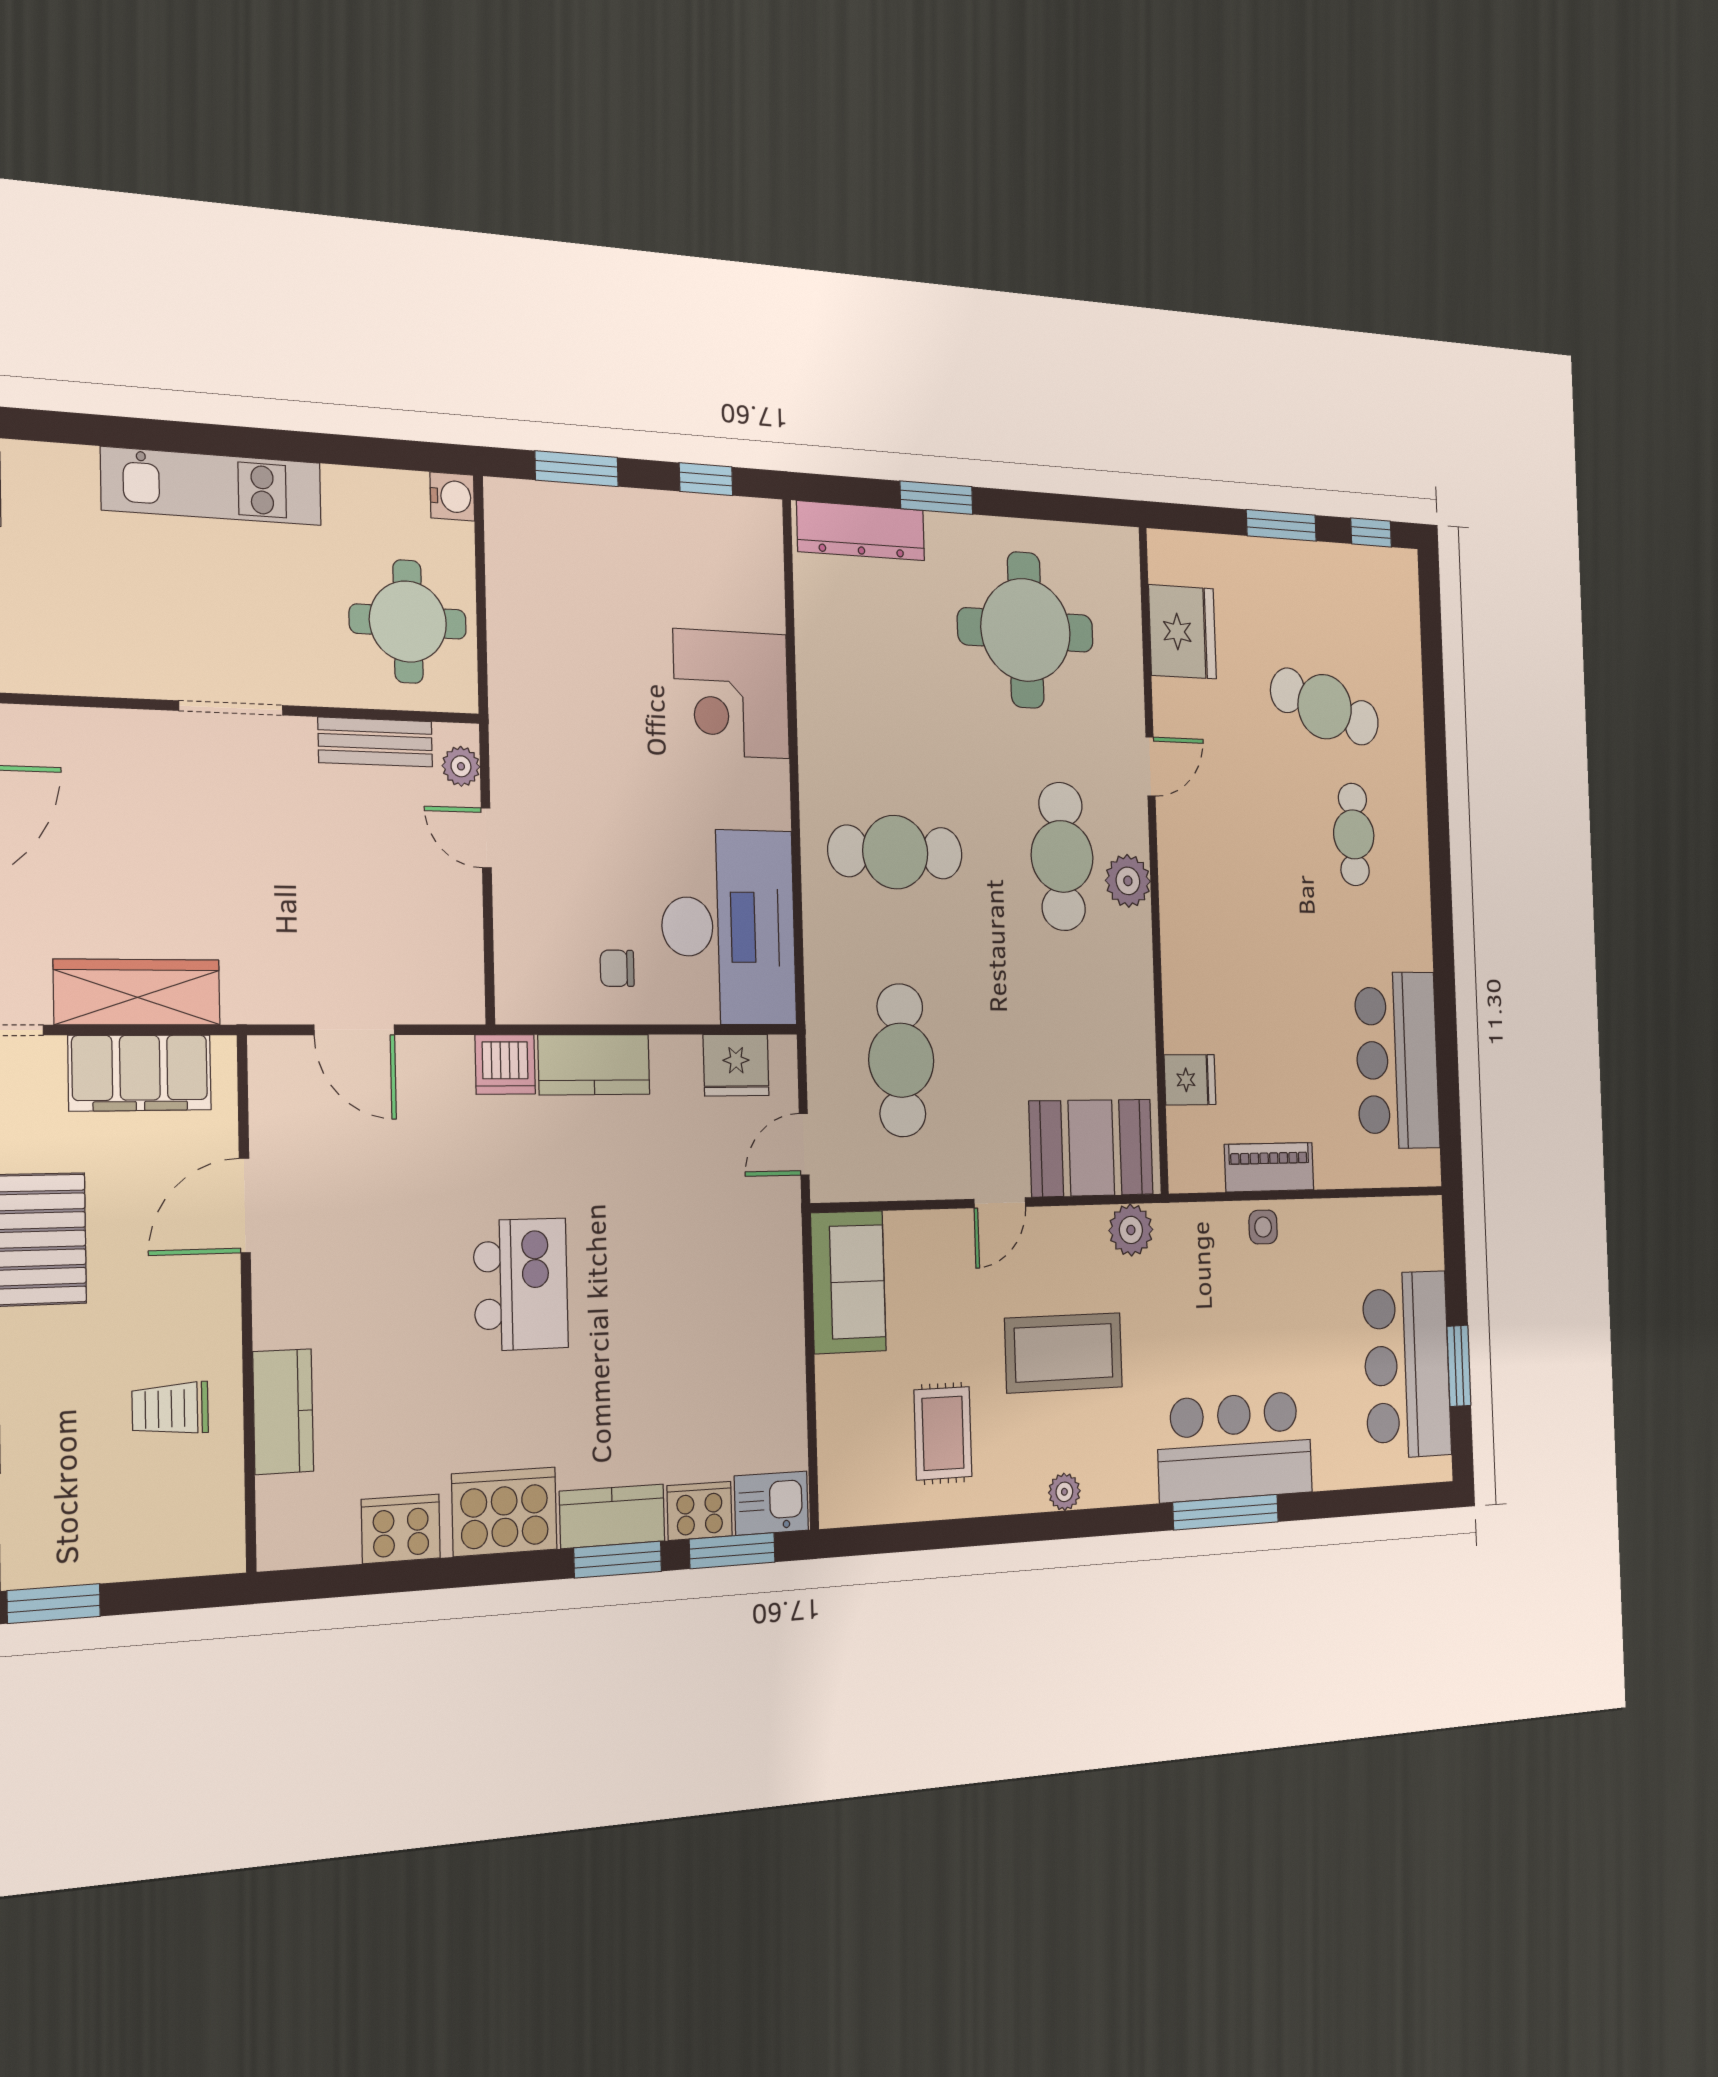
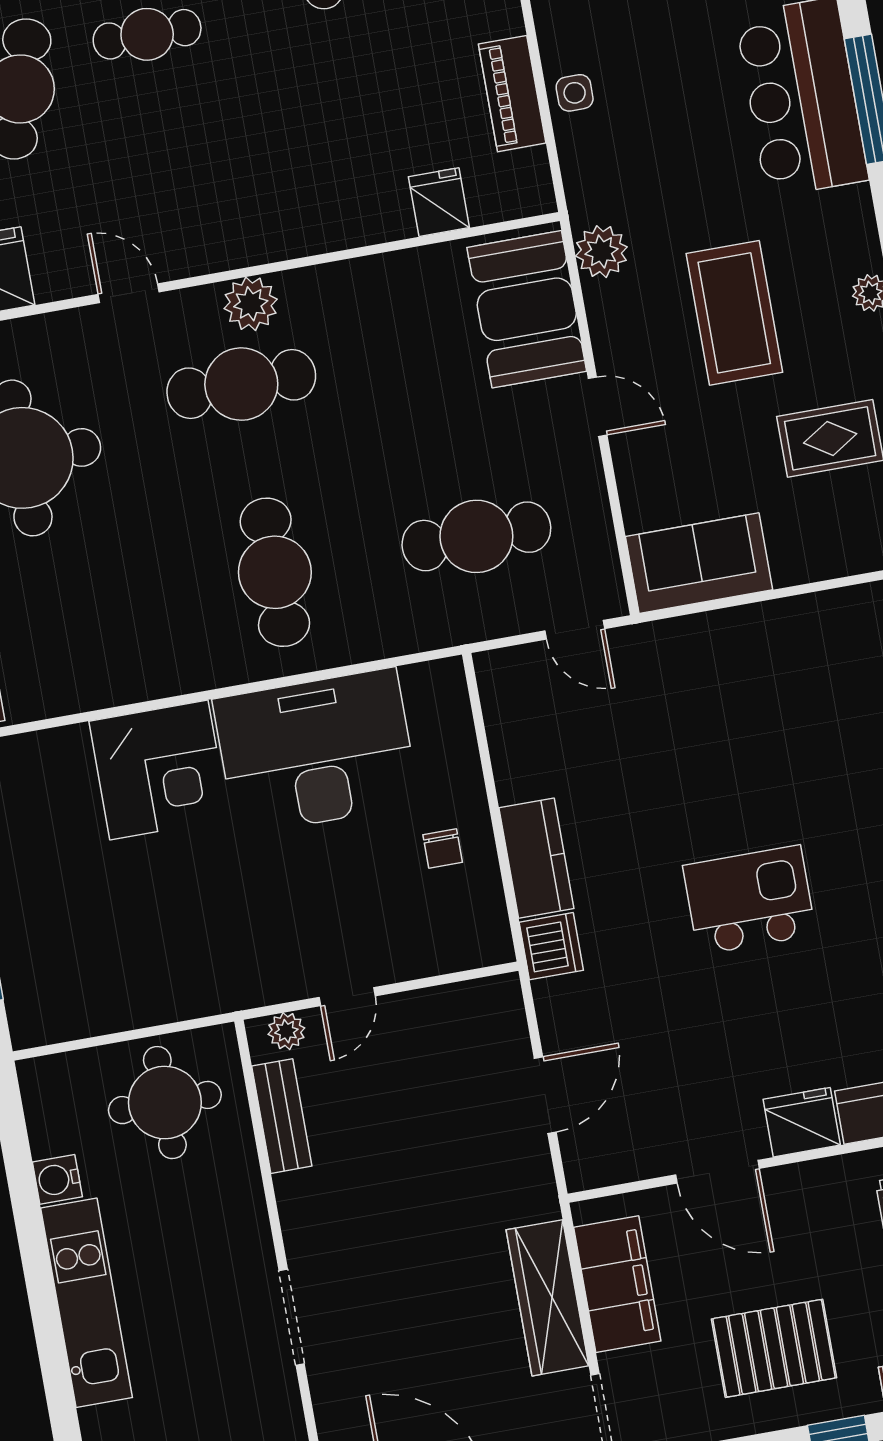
water cooler: (452, 497) -> (57, 1179), moved, turned -90
doorway: (231, 708) -> (292, 1317), moved
desk: (729, 927) -> (316, 752), moved
fridge: (736, 1065) -> (802, 1122), moved, turned -90

